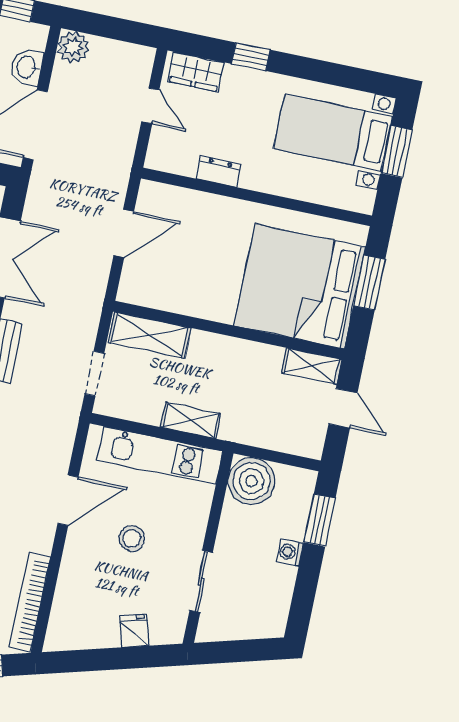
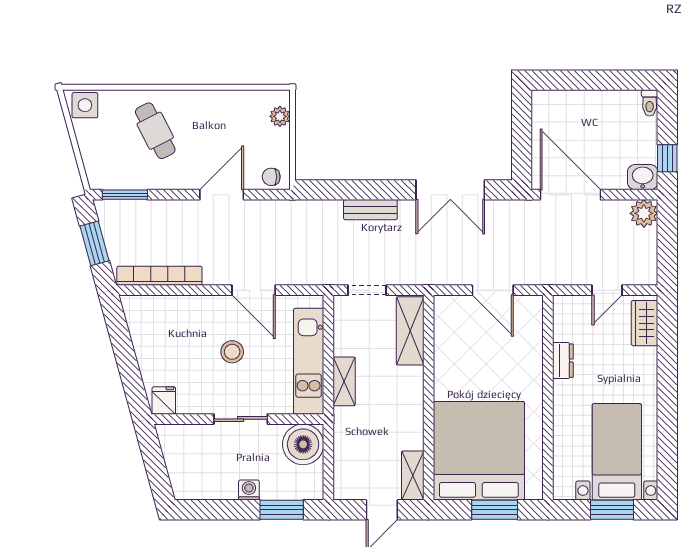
window: (251, 57) -> (667, 368), removed
washbasin: (27, 67) -> (643, 177), moved
sliding door: (201, 581) -> (241, 419), moved
fridge: (134, 631) -> (164, 400), moved, turned -75

